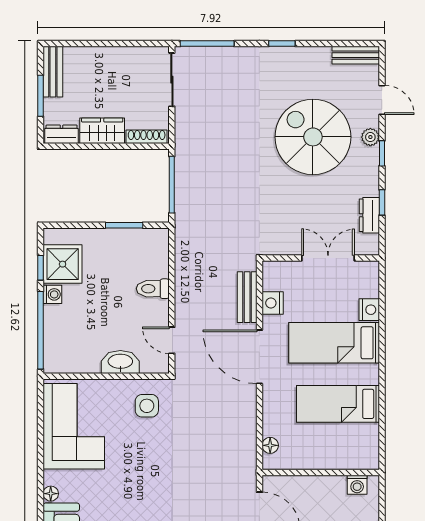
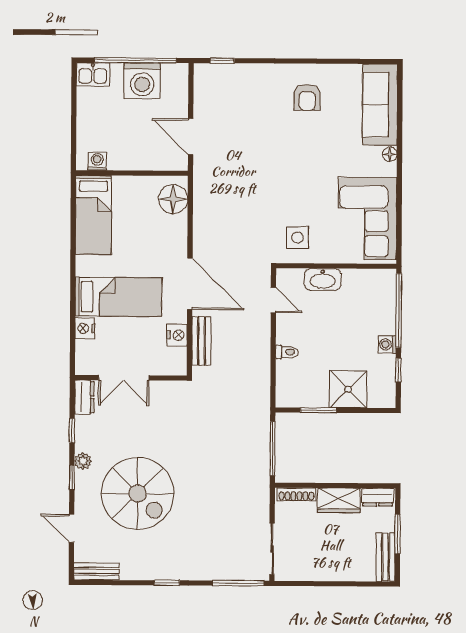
plant: (370, 137) -> (83, 461), moved
dresser: (369, 215) -> (84, 397), moved
shower: (63, 264) -> (348, 389), moved
toilet: (153, 289) -> (287, 352), width x0.73, depth x0.72
bed: (338, 404) -> (93, 215), moved, turned 90
floor lamp: (270, 445) -> (173, 199), width x1.89, depth x1.89

